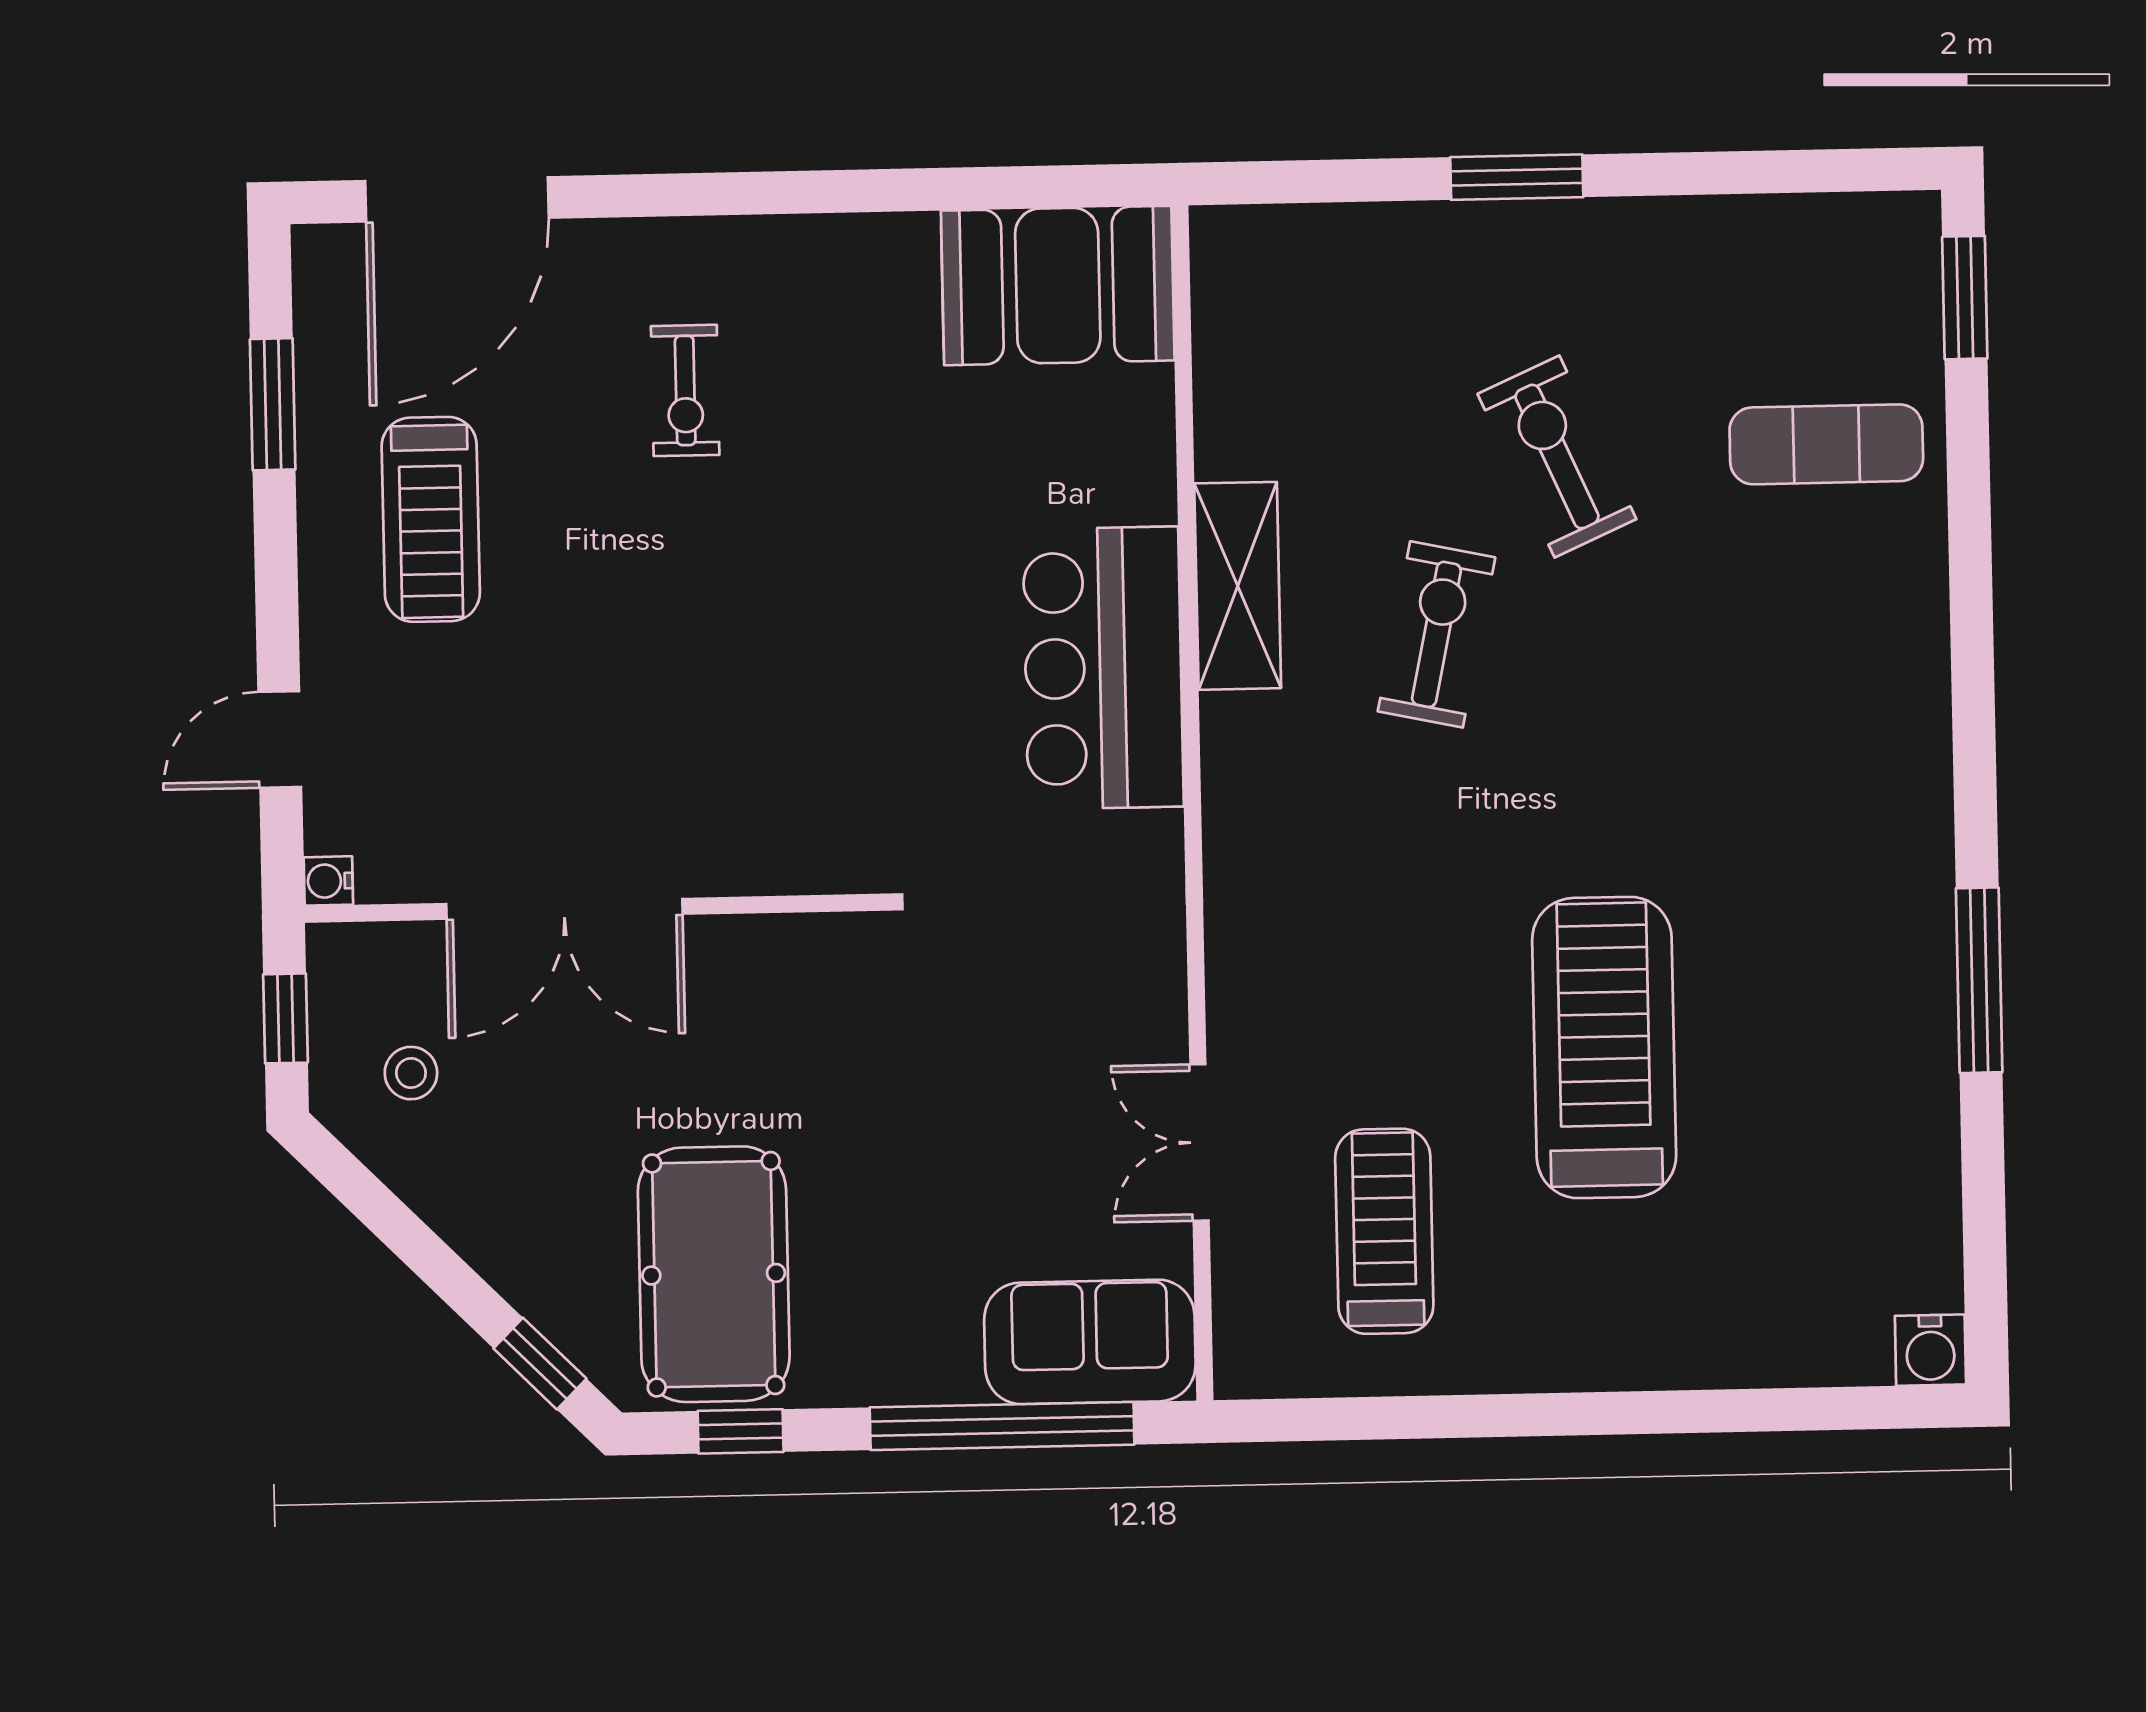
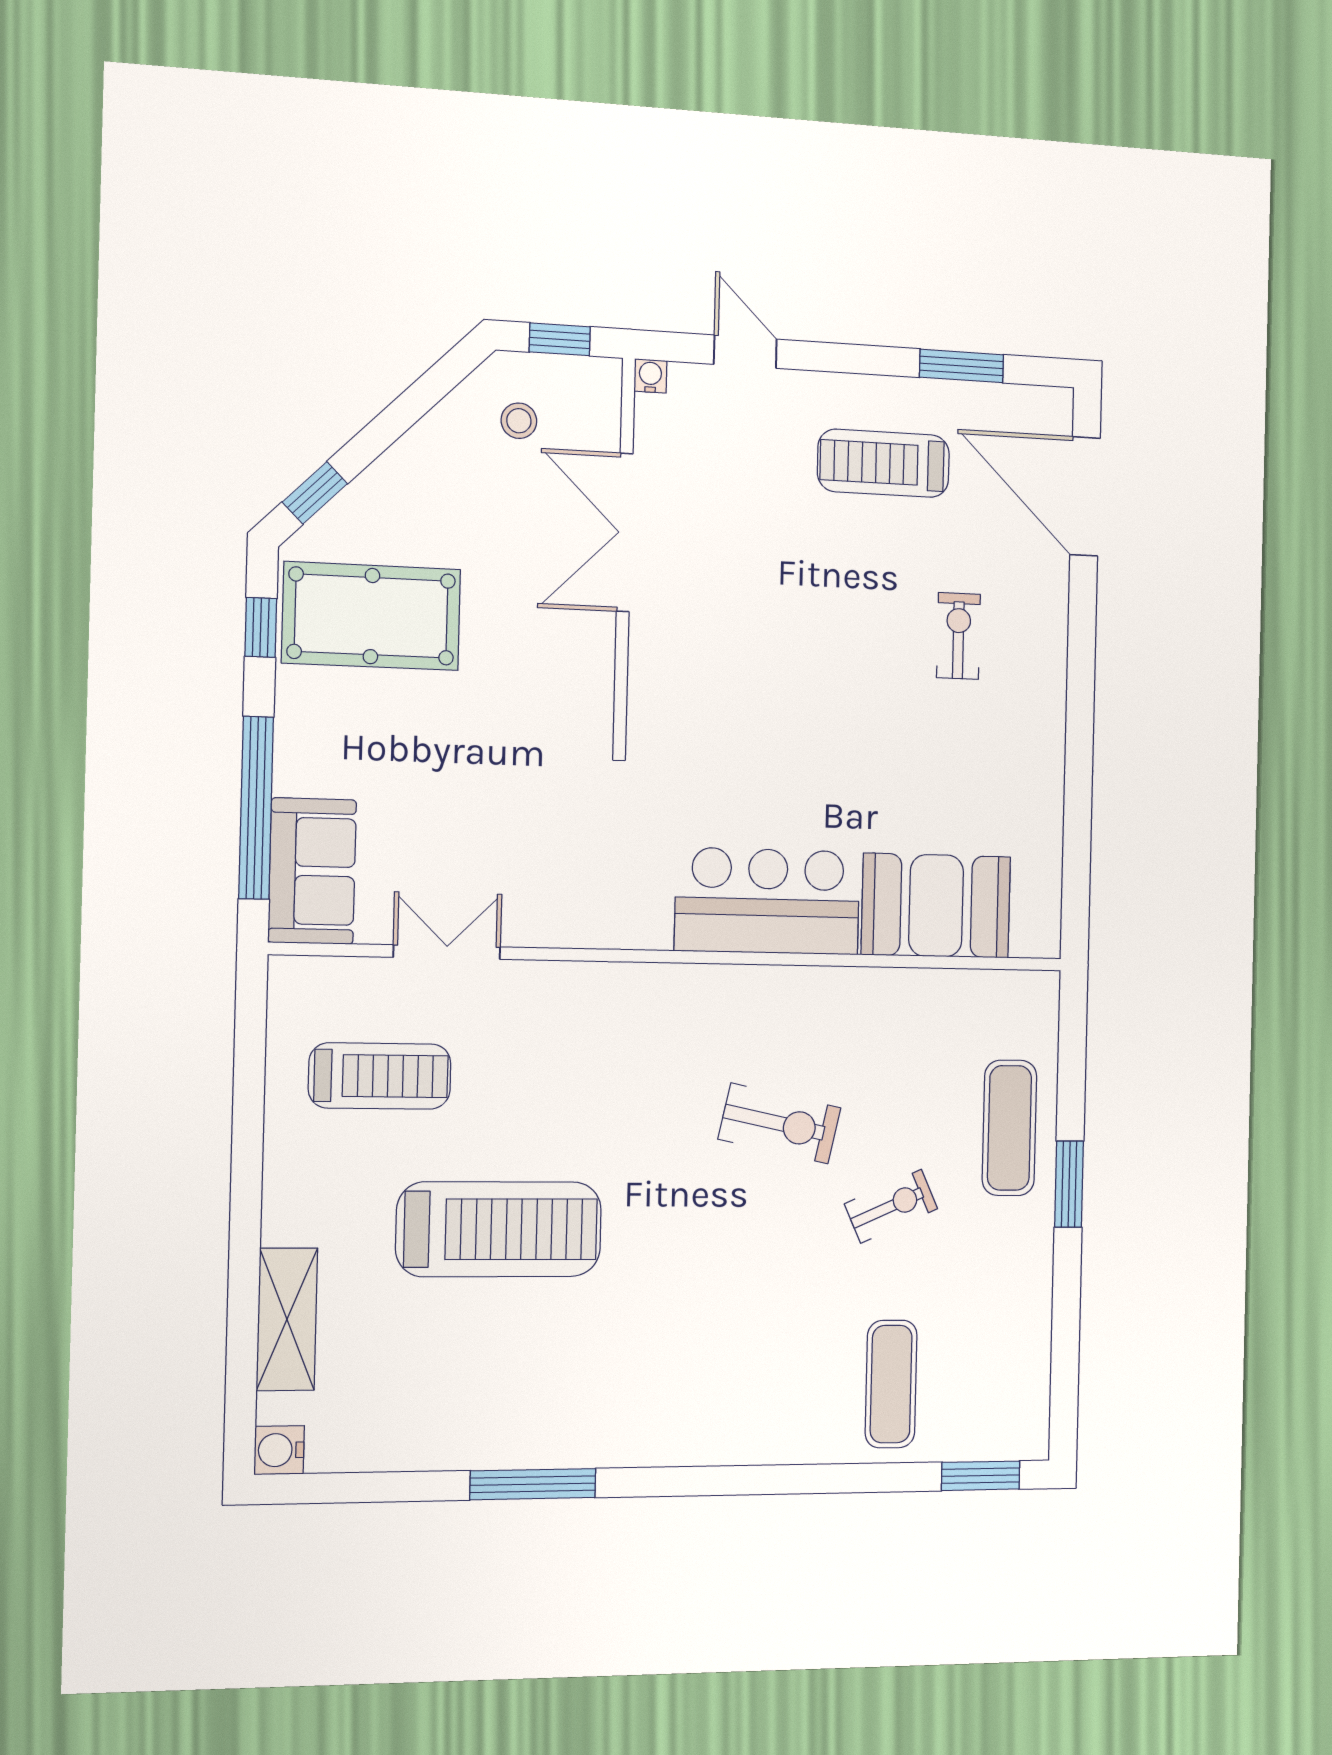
exercise mat: (1433, 276) -> (1009, 1128), added
booth: (1058, 286) -> (936, 906), moved, turned 90
exercise bike: (685, 390) -> (958, 636), turned 90
exercise bike: (1557, 457) -> (891, 1206), width x0.73, depth x0.72
shelving: (1238, 586) -> (287, 1319), moved, turned 90

